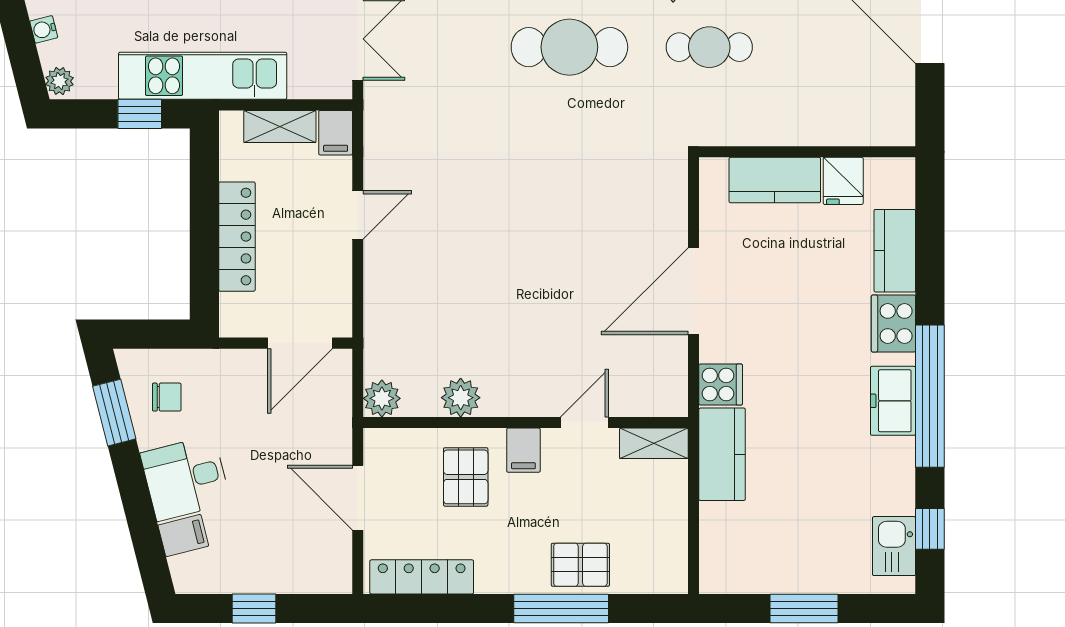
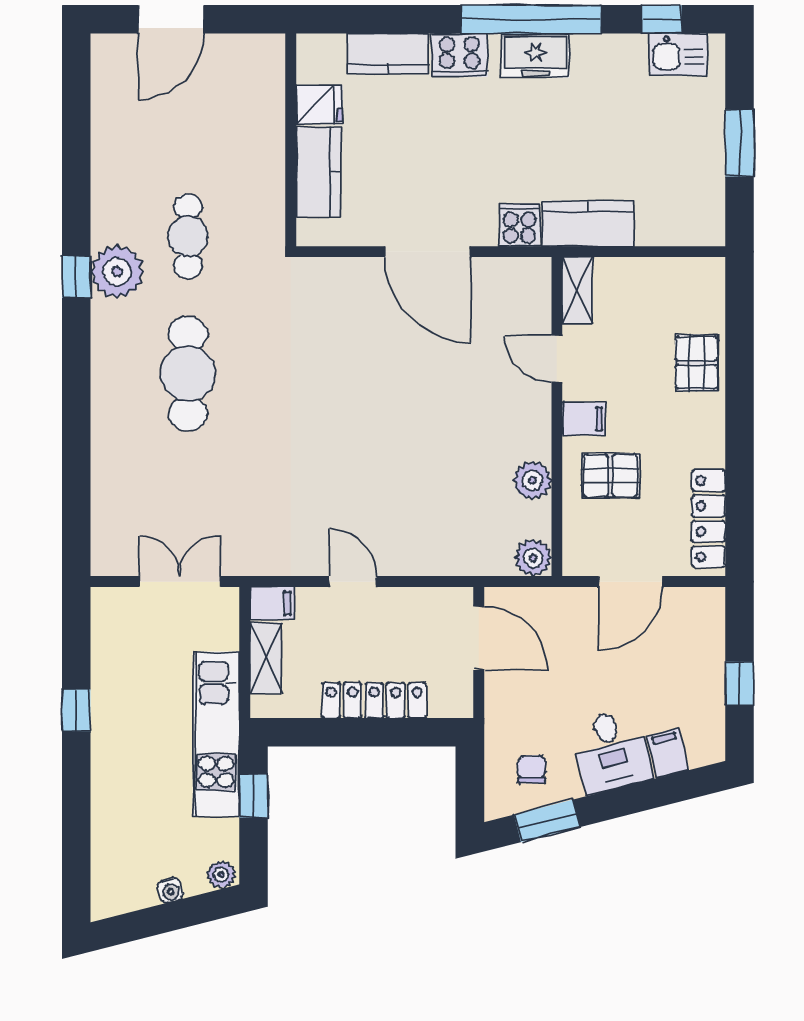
window: (561, 608) -> (740, 382), removed

